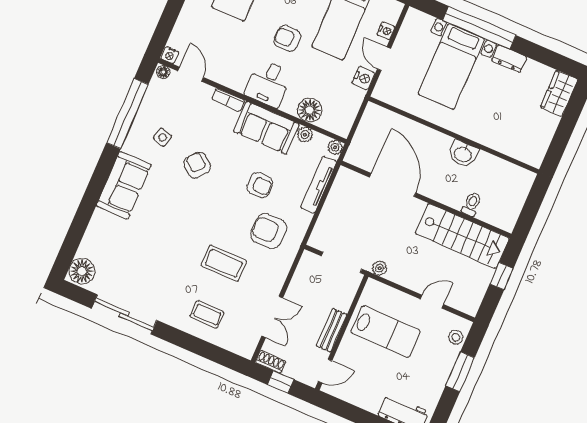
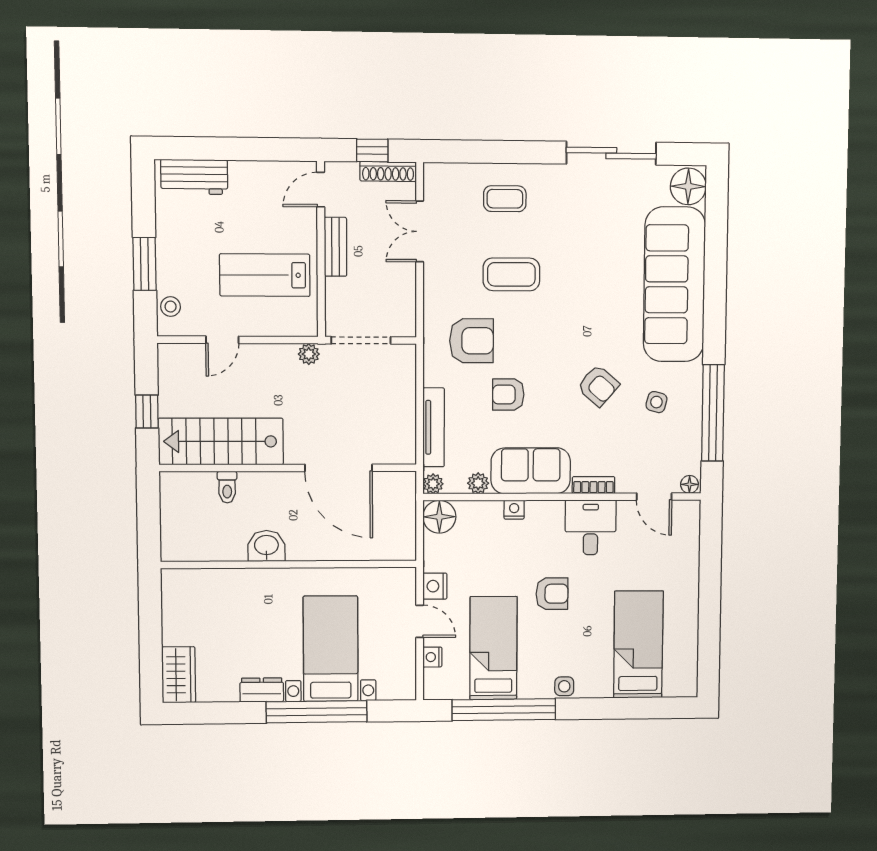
nightstand: (170, 55) -> (514, 510), moved
desk: (268, 83) -> (591, 527), moved
floor lamp: (310, 110) -> (439, 517), moved
sofa: (124, 185) -> (674, 284), width x1.85, depth x1.27
shoe rack: (271, 362) -> (388, 172), width x1.43

